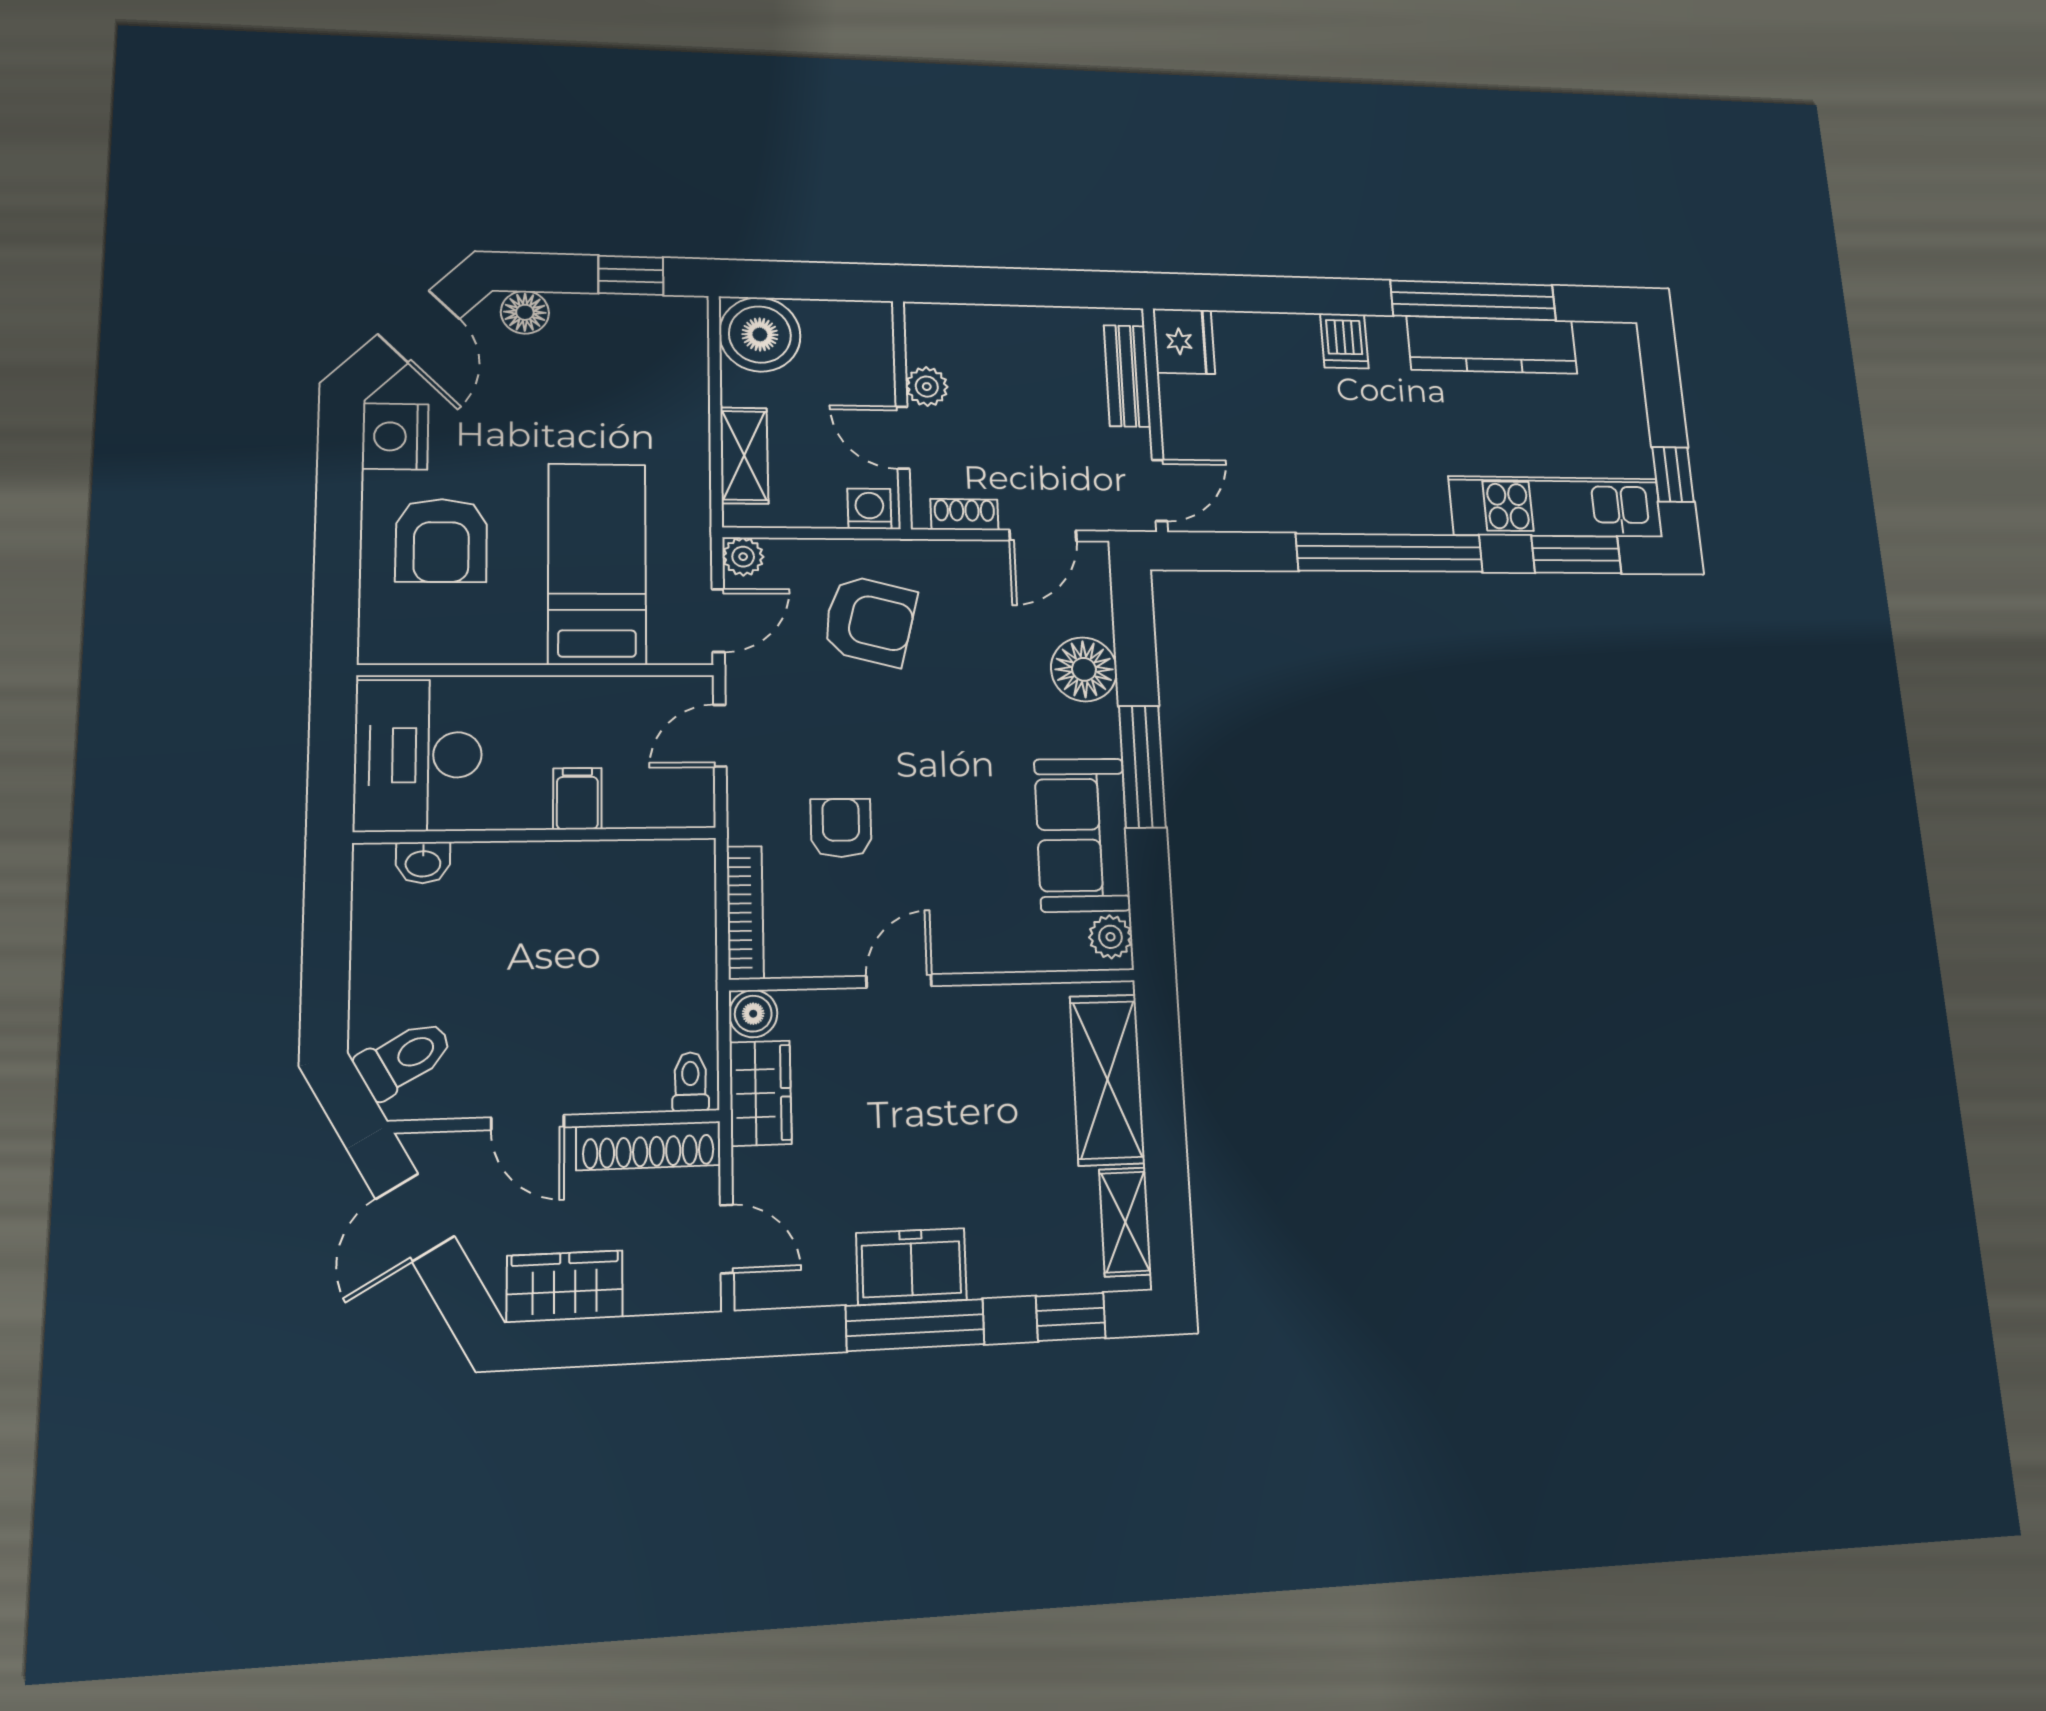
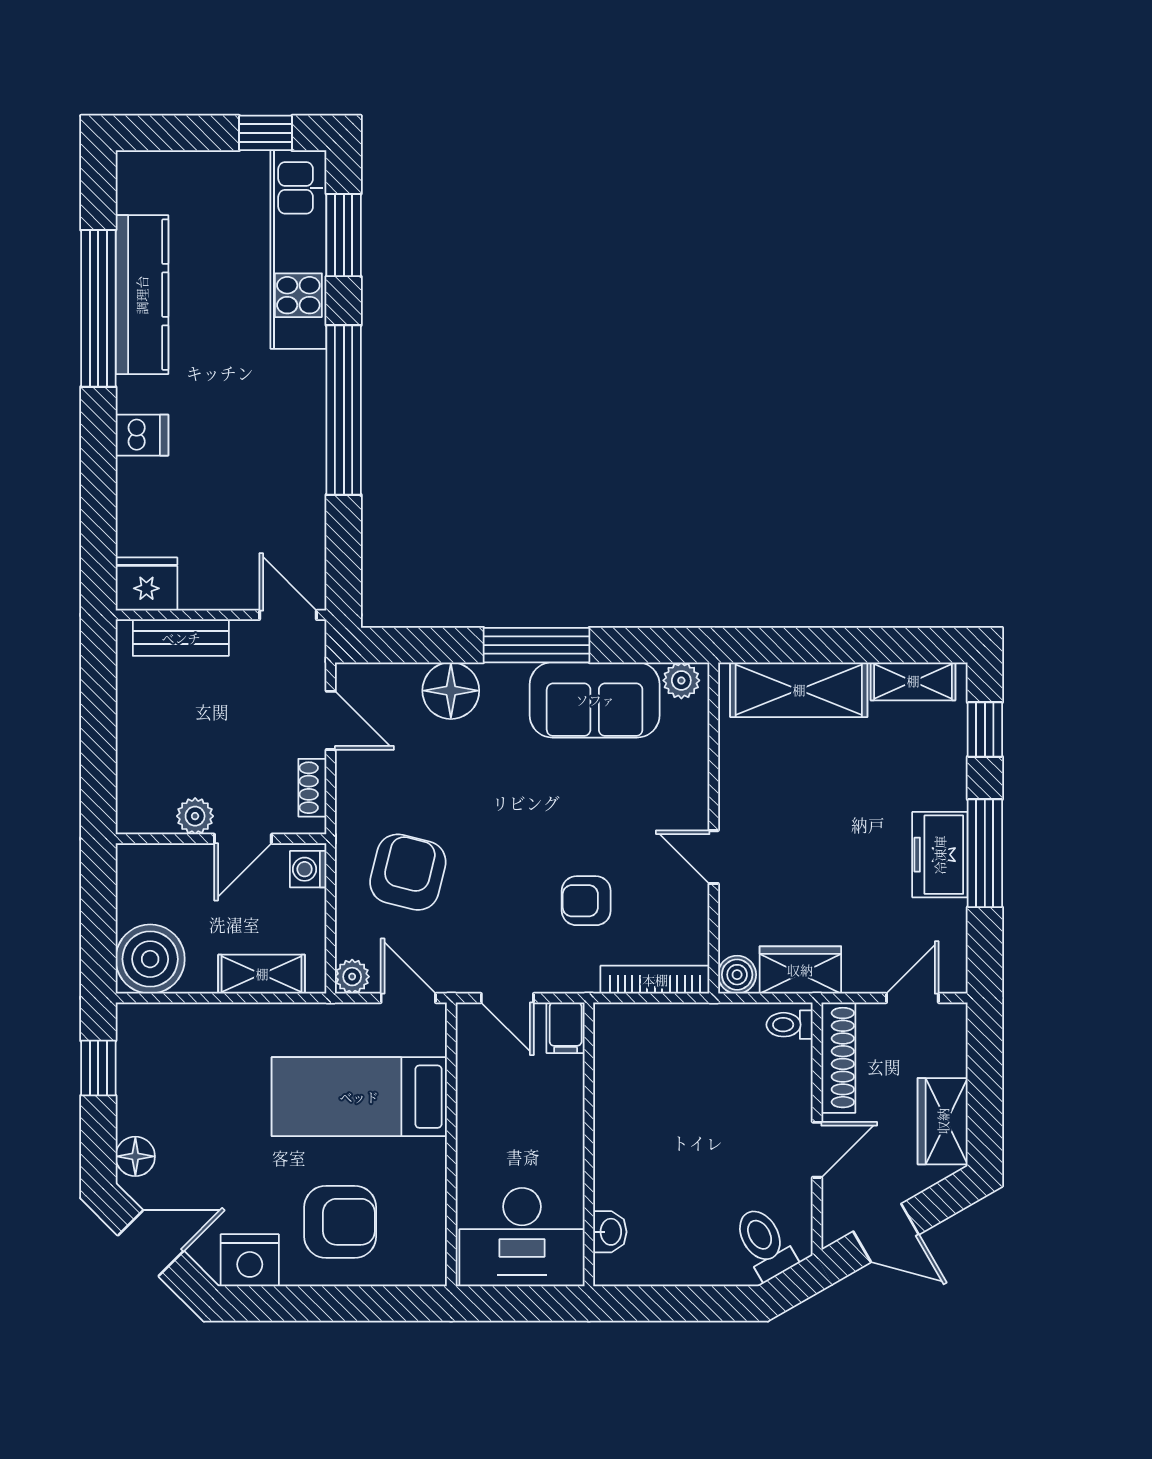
filing cabinet: (577, 799) -> (566, 1028), moved, turned -90

